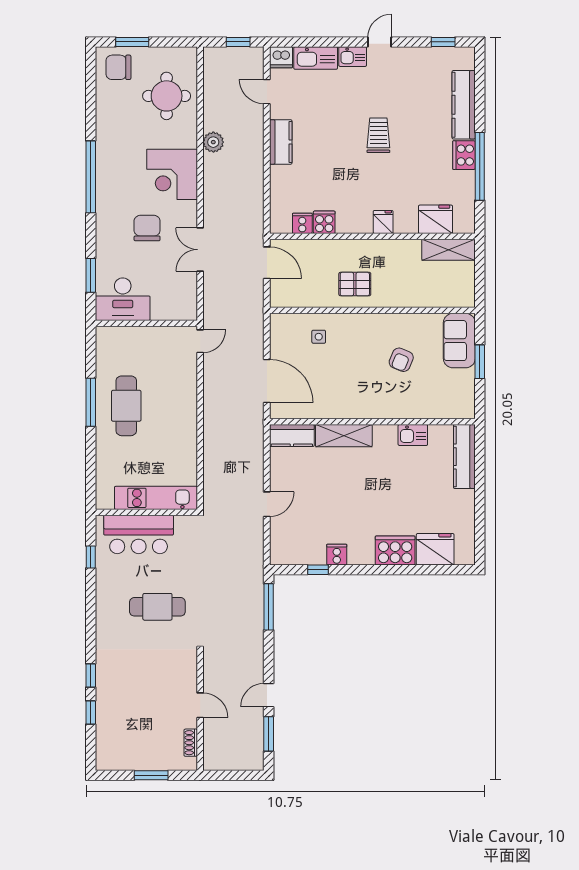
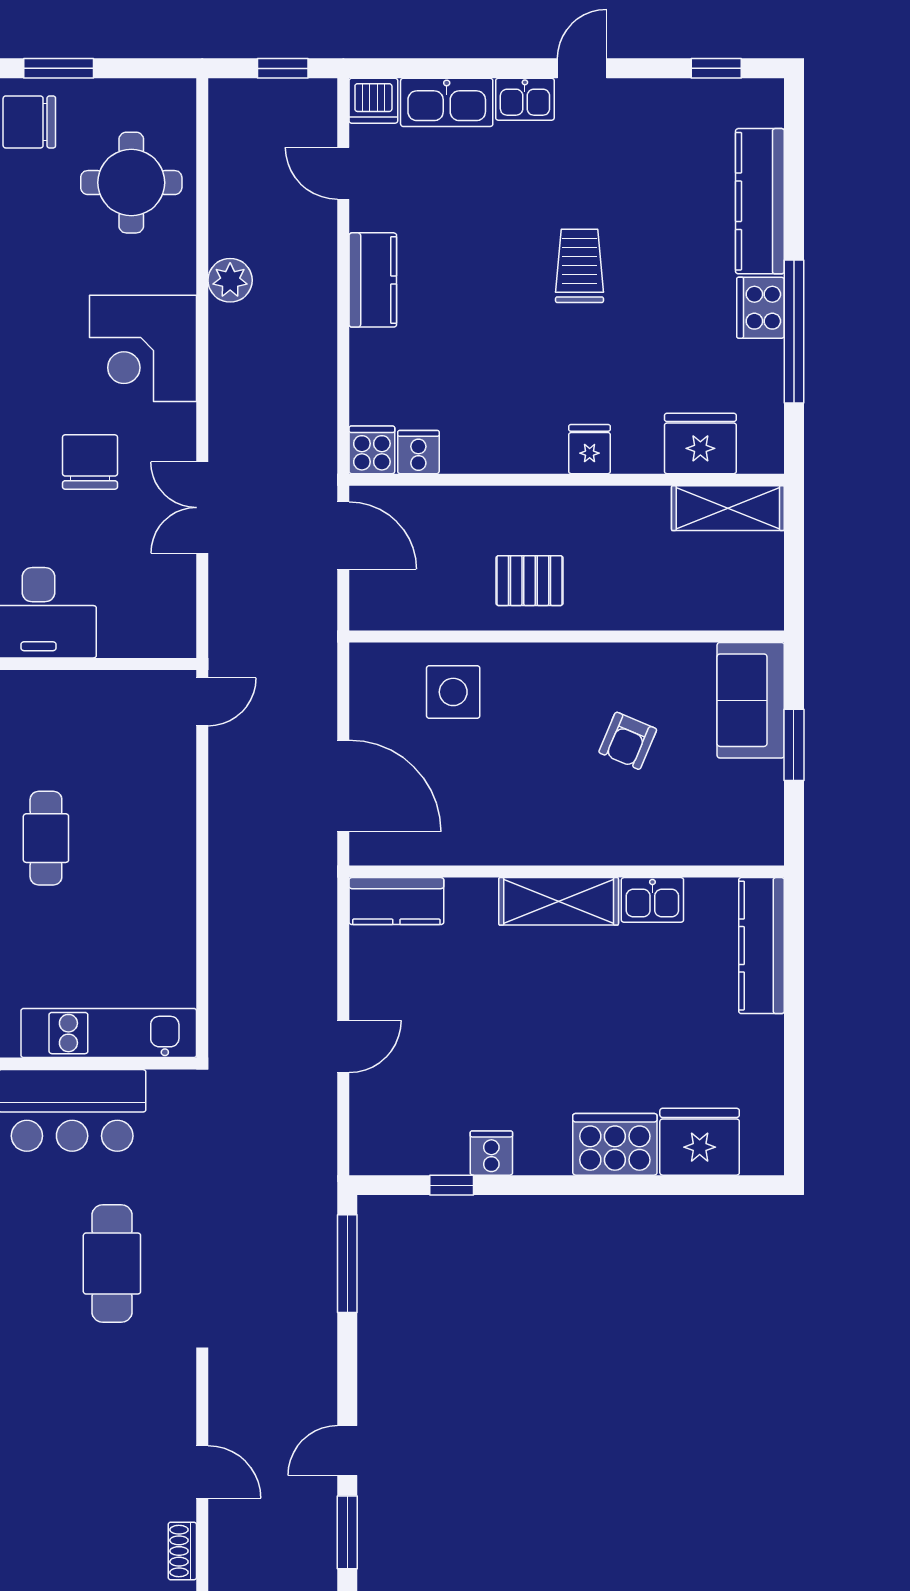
cooker: (324, 222) -> (372, 450), moved
side table: (319, 337) -> (453, 692), width x1.87, depth x1.87
cafe table: (126, 406) -> (46, 838), width x0.73, depth x0.74
shelving: (344, 436) -> (559, 901), moved
cafe table: (157, 607) -> (112, 1264), turned 90

